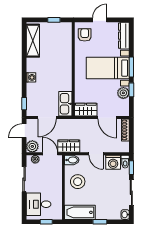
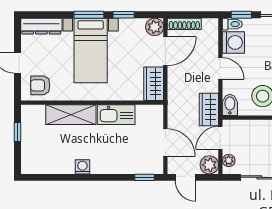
shelving: (33, 41) -> (71, 115), moved
washing machine: (31, 77) -> (82, 167), moved
plant: (123, 93) -> (155, 27), moved
kitchen sink: (65, 104) -> (116, 115), moved
door: (96, 154) -> (220, 68), hinge flipped

